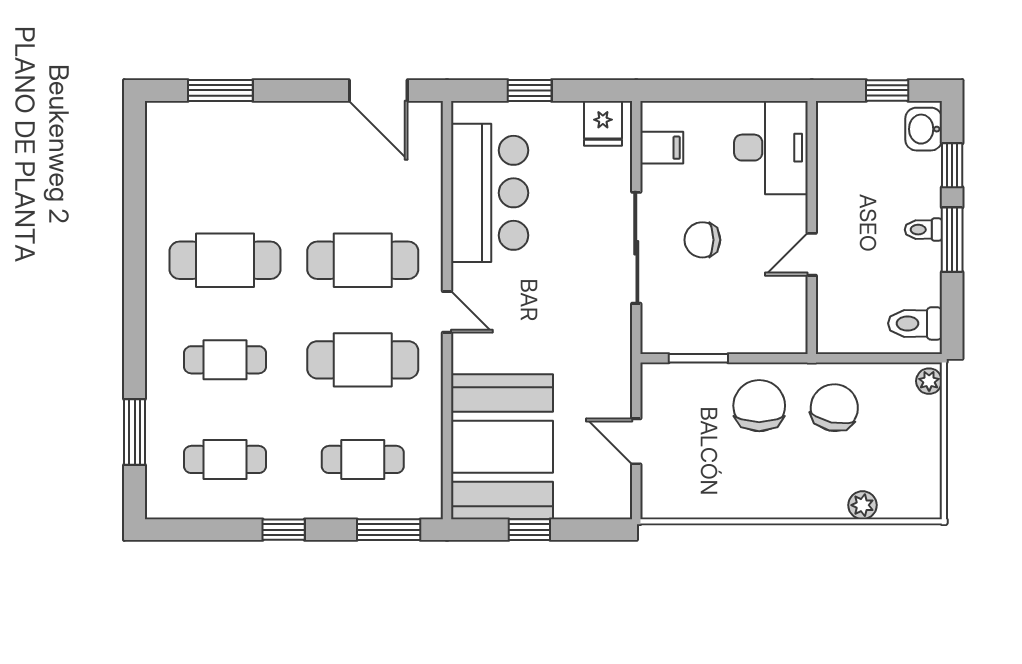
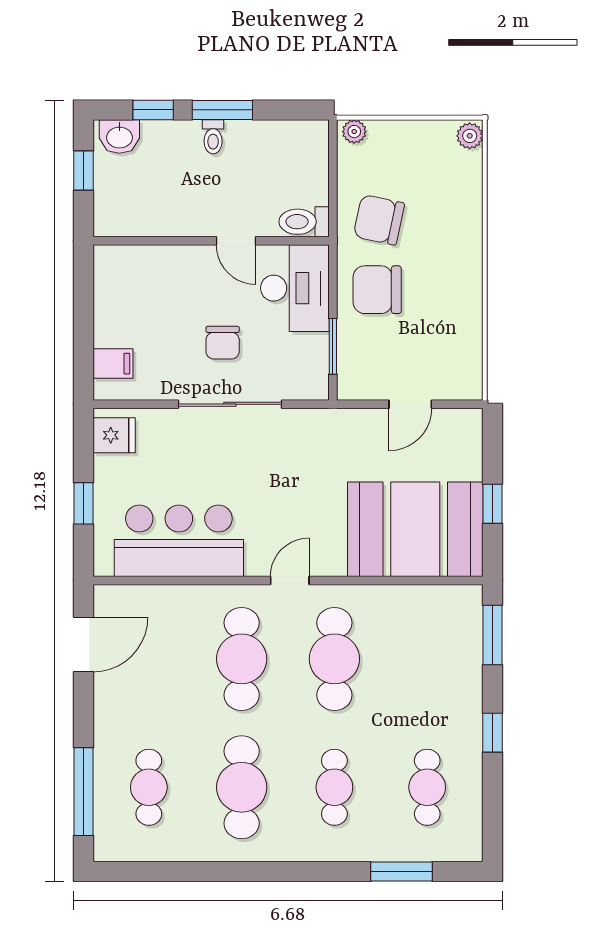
window: (220, 90) -> (84, 792), width x1.44
filing cabinet: (662, 148) -> (113, 364), moved, turned 90
desk: (771, 148) -> (295, 288), moved, turned 90
toilet: (915, 323) -> (304, 222), moved, turned 90
cafe table: (363, 459) -> (149, 787), moved
plant: (862, 505) -> (470, 136), moved

